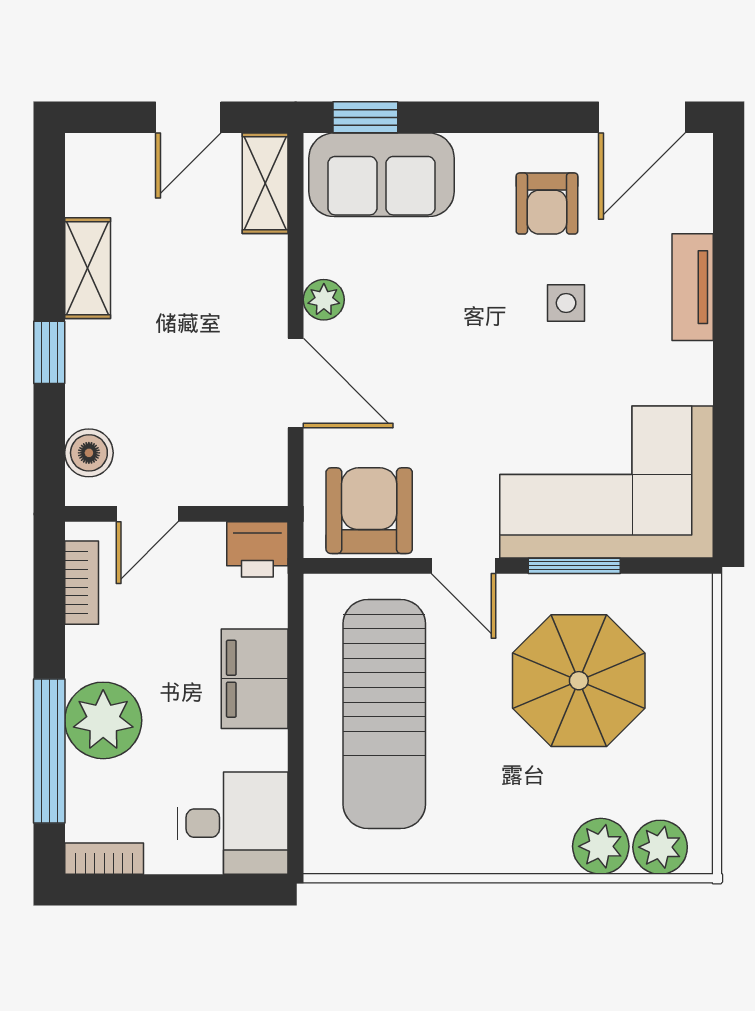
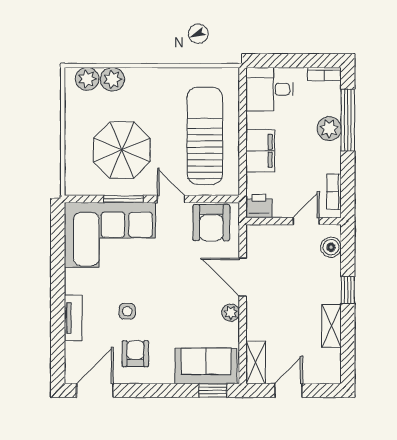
plant: (103, 720) -> (329, 129), width x0.73, depth x0.73

